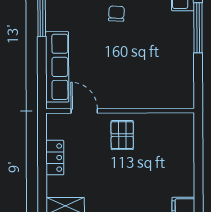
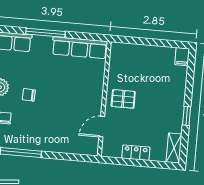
row of seats: (57, 67) -> (80, 48), moved, turned 180

